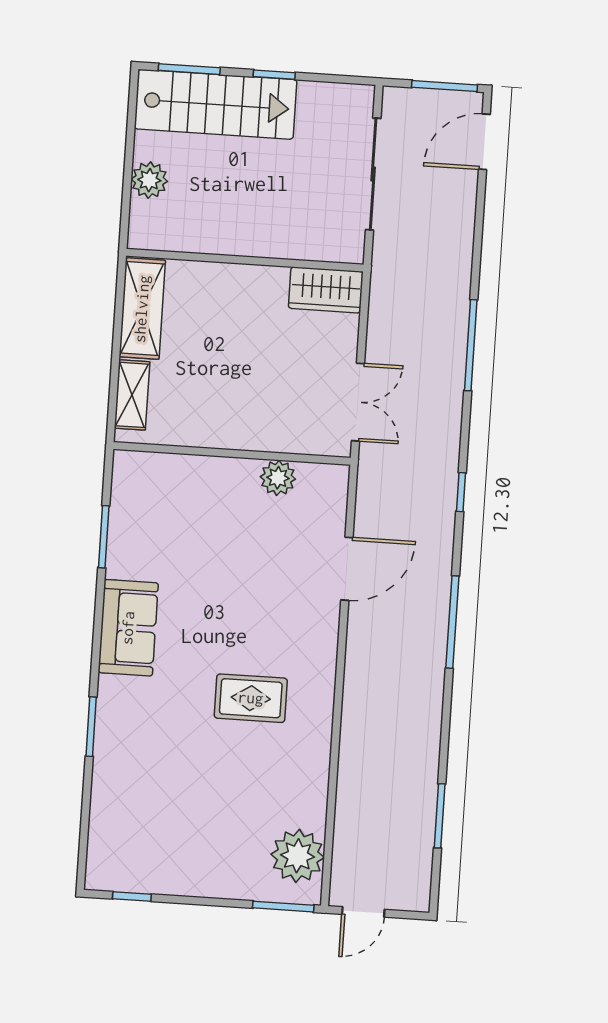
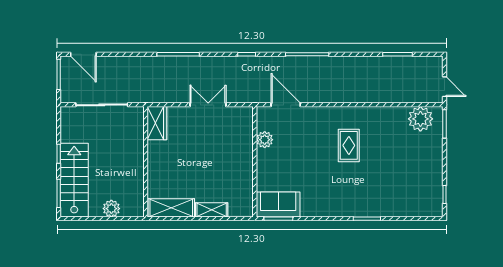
wall: (232, 453) -> (255, 162), moved
plant: (278, 478) -> (265, 140), moved
sofa: (128, 628) -> (278, 204), moved

